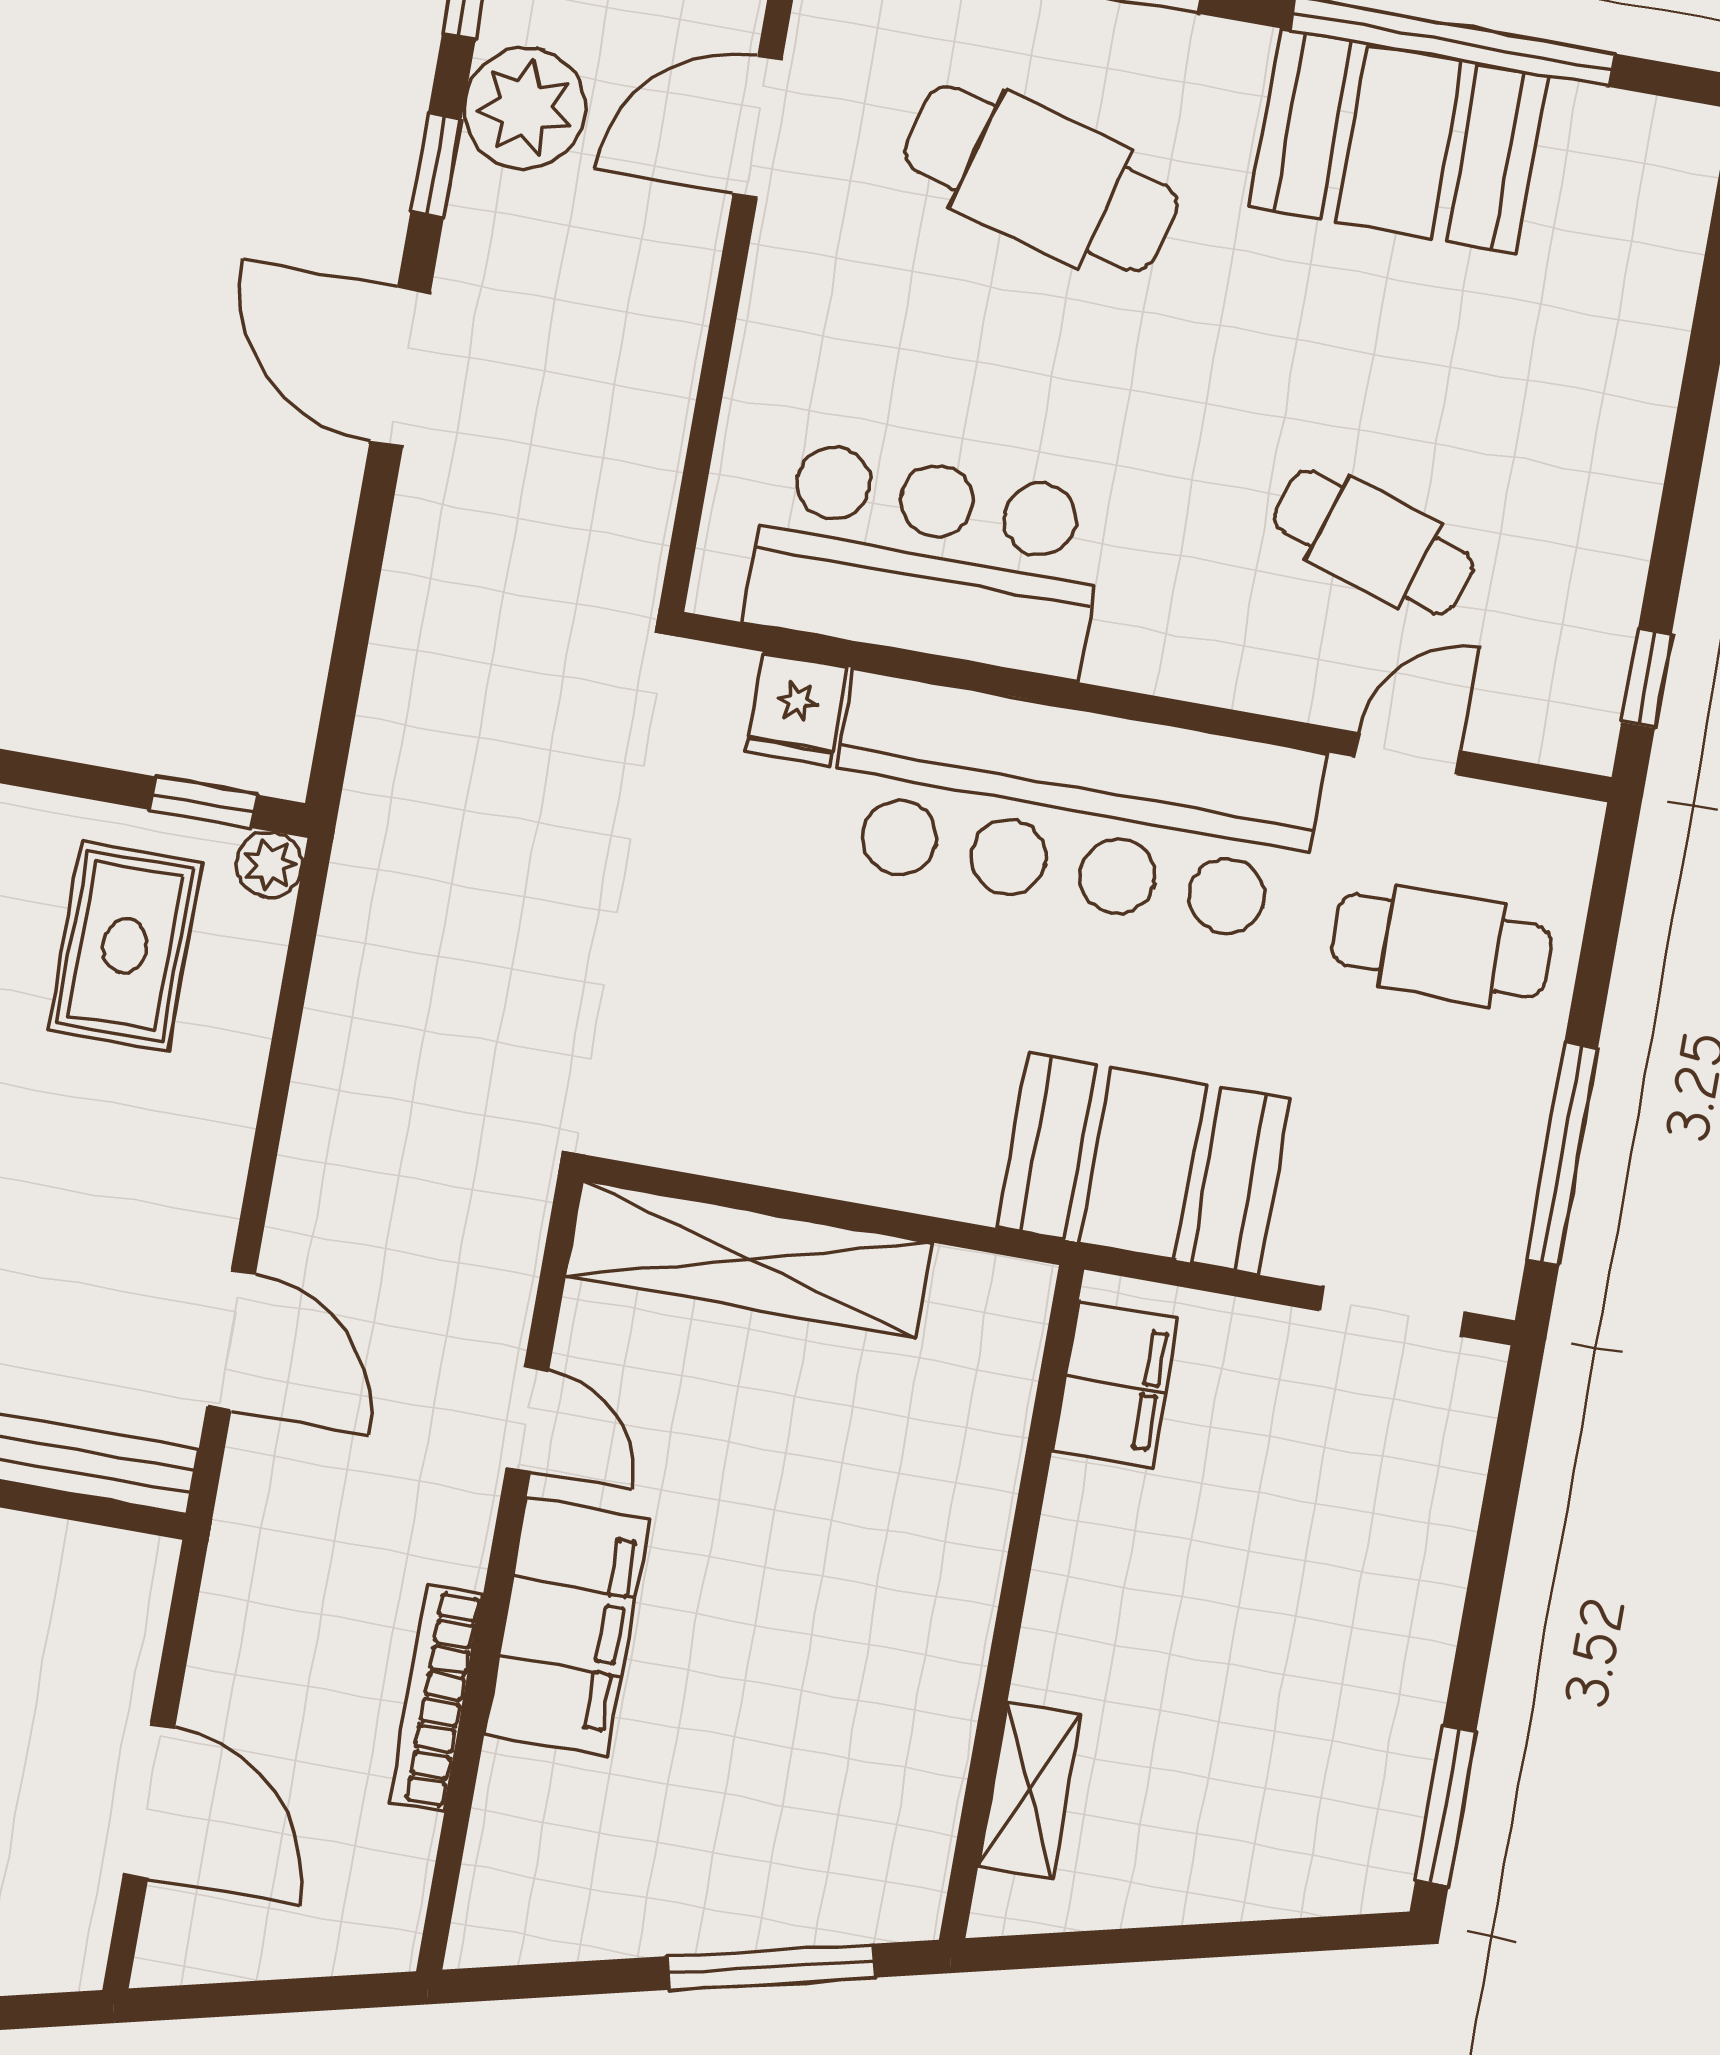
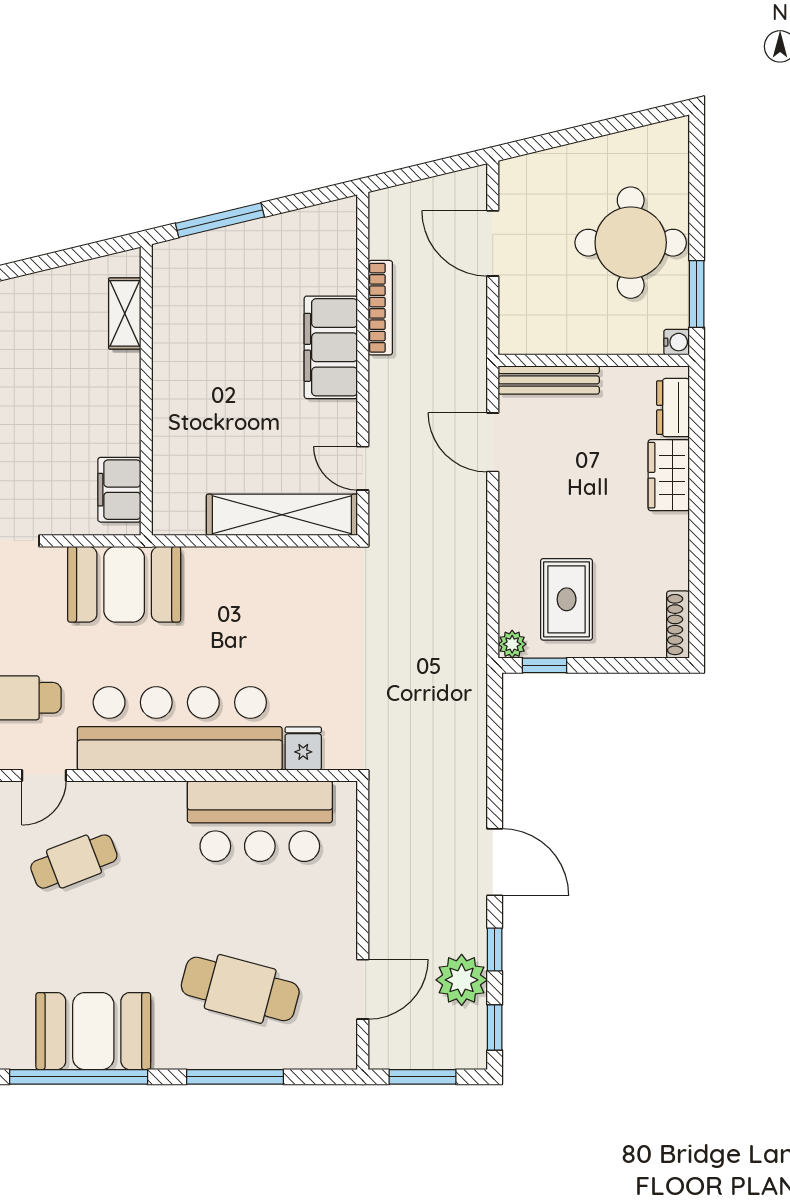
cafe table: (1374, 542) -> (74, 862), turned -39
door: (527, 1419) -> (363, 468), moved

